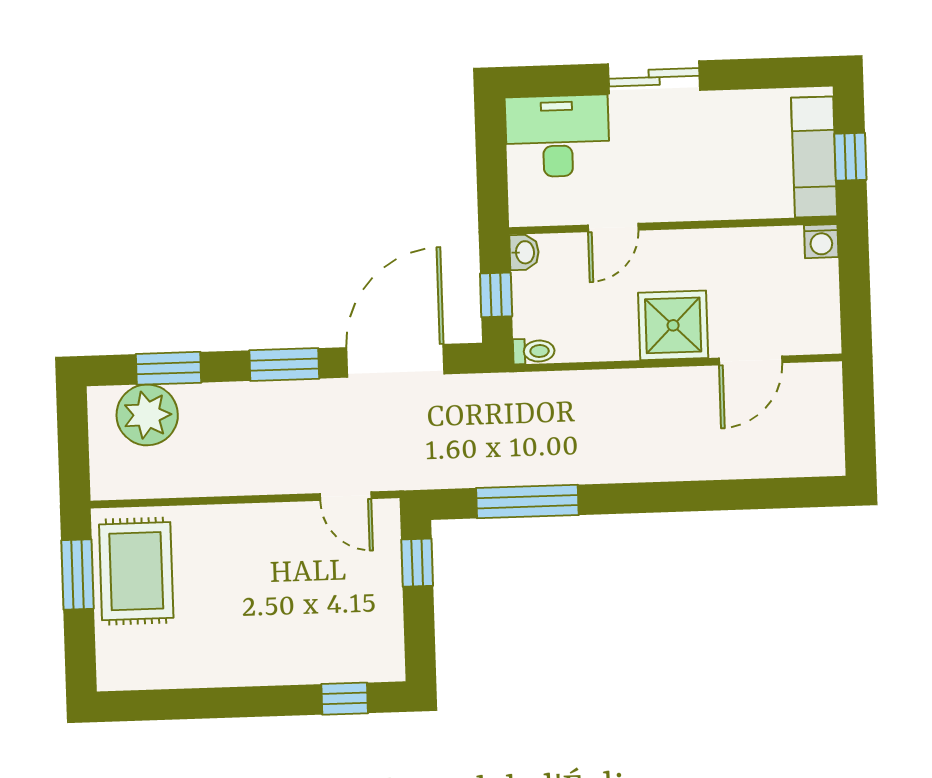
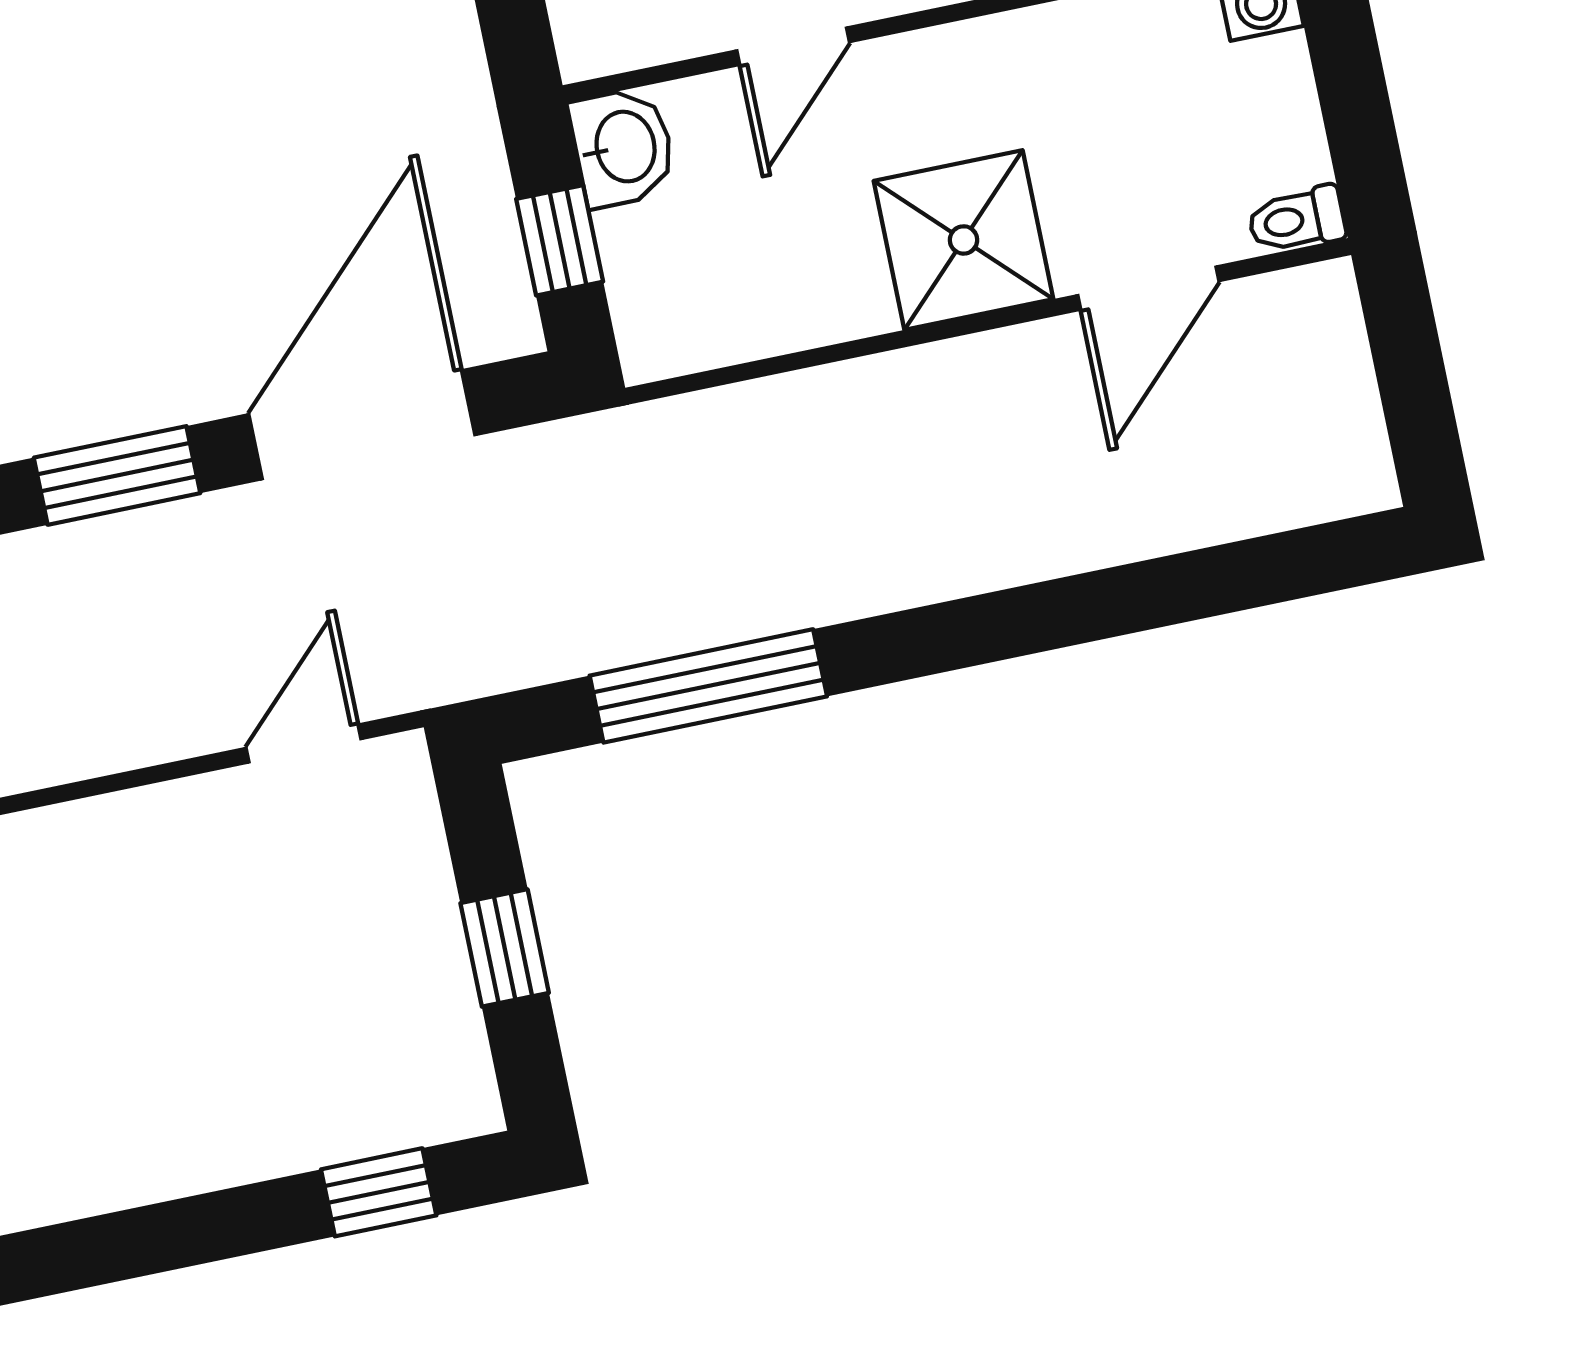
washbasin: (524, 252) -> (623, 147), width x1.38, depth x1.45
toilet: (534, 351) -> (1297, 220), moved, turned 180
door: (346, 496) -> (303, 744), swing flipped
window: (417, 563) -> (505, 948), moved

